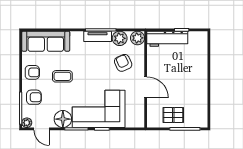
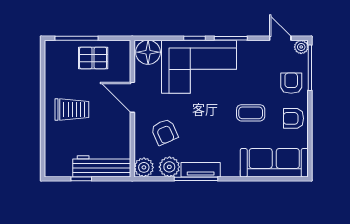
trolley: (188, 79) -> (72, 110), added
armchair: (34, 97) -> (291, 83), turned 90
floor lamp: (63, 119) -> (148, 52), moved

